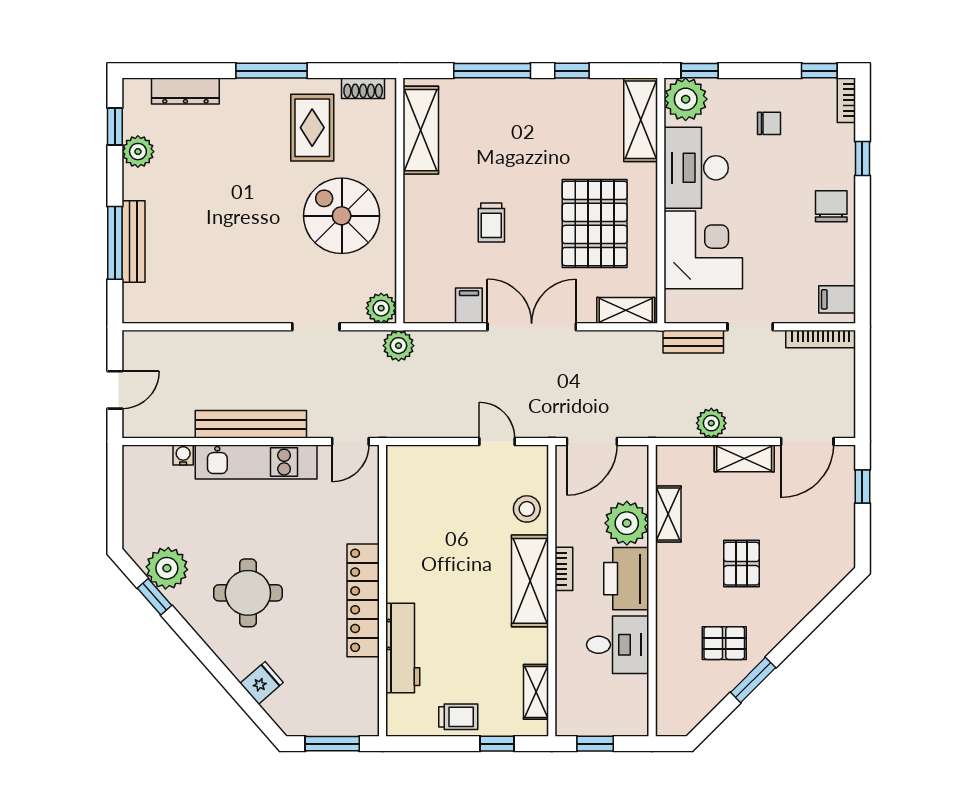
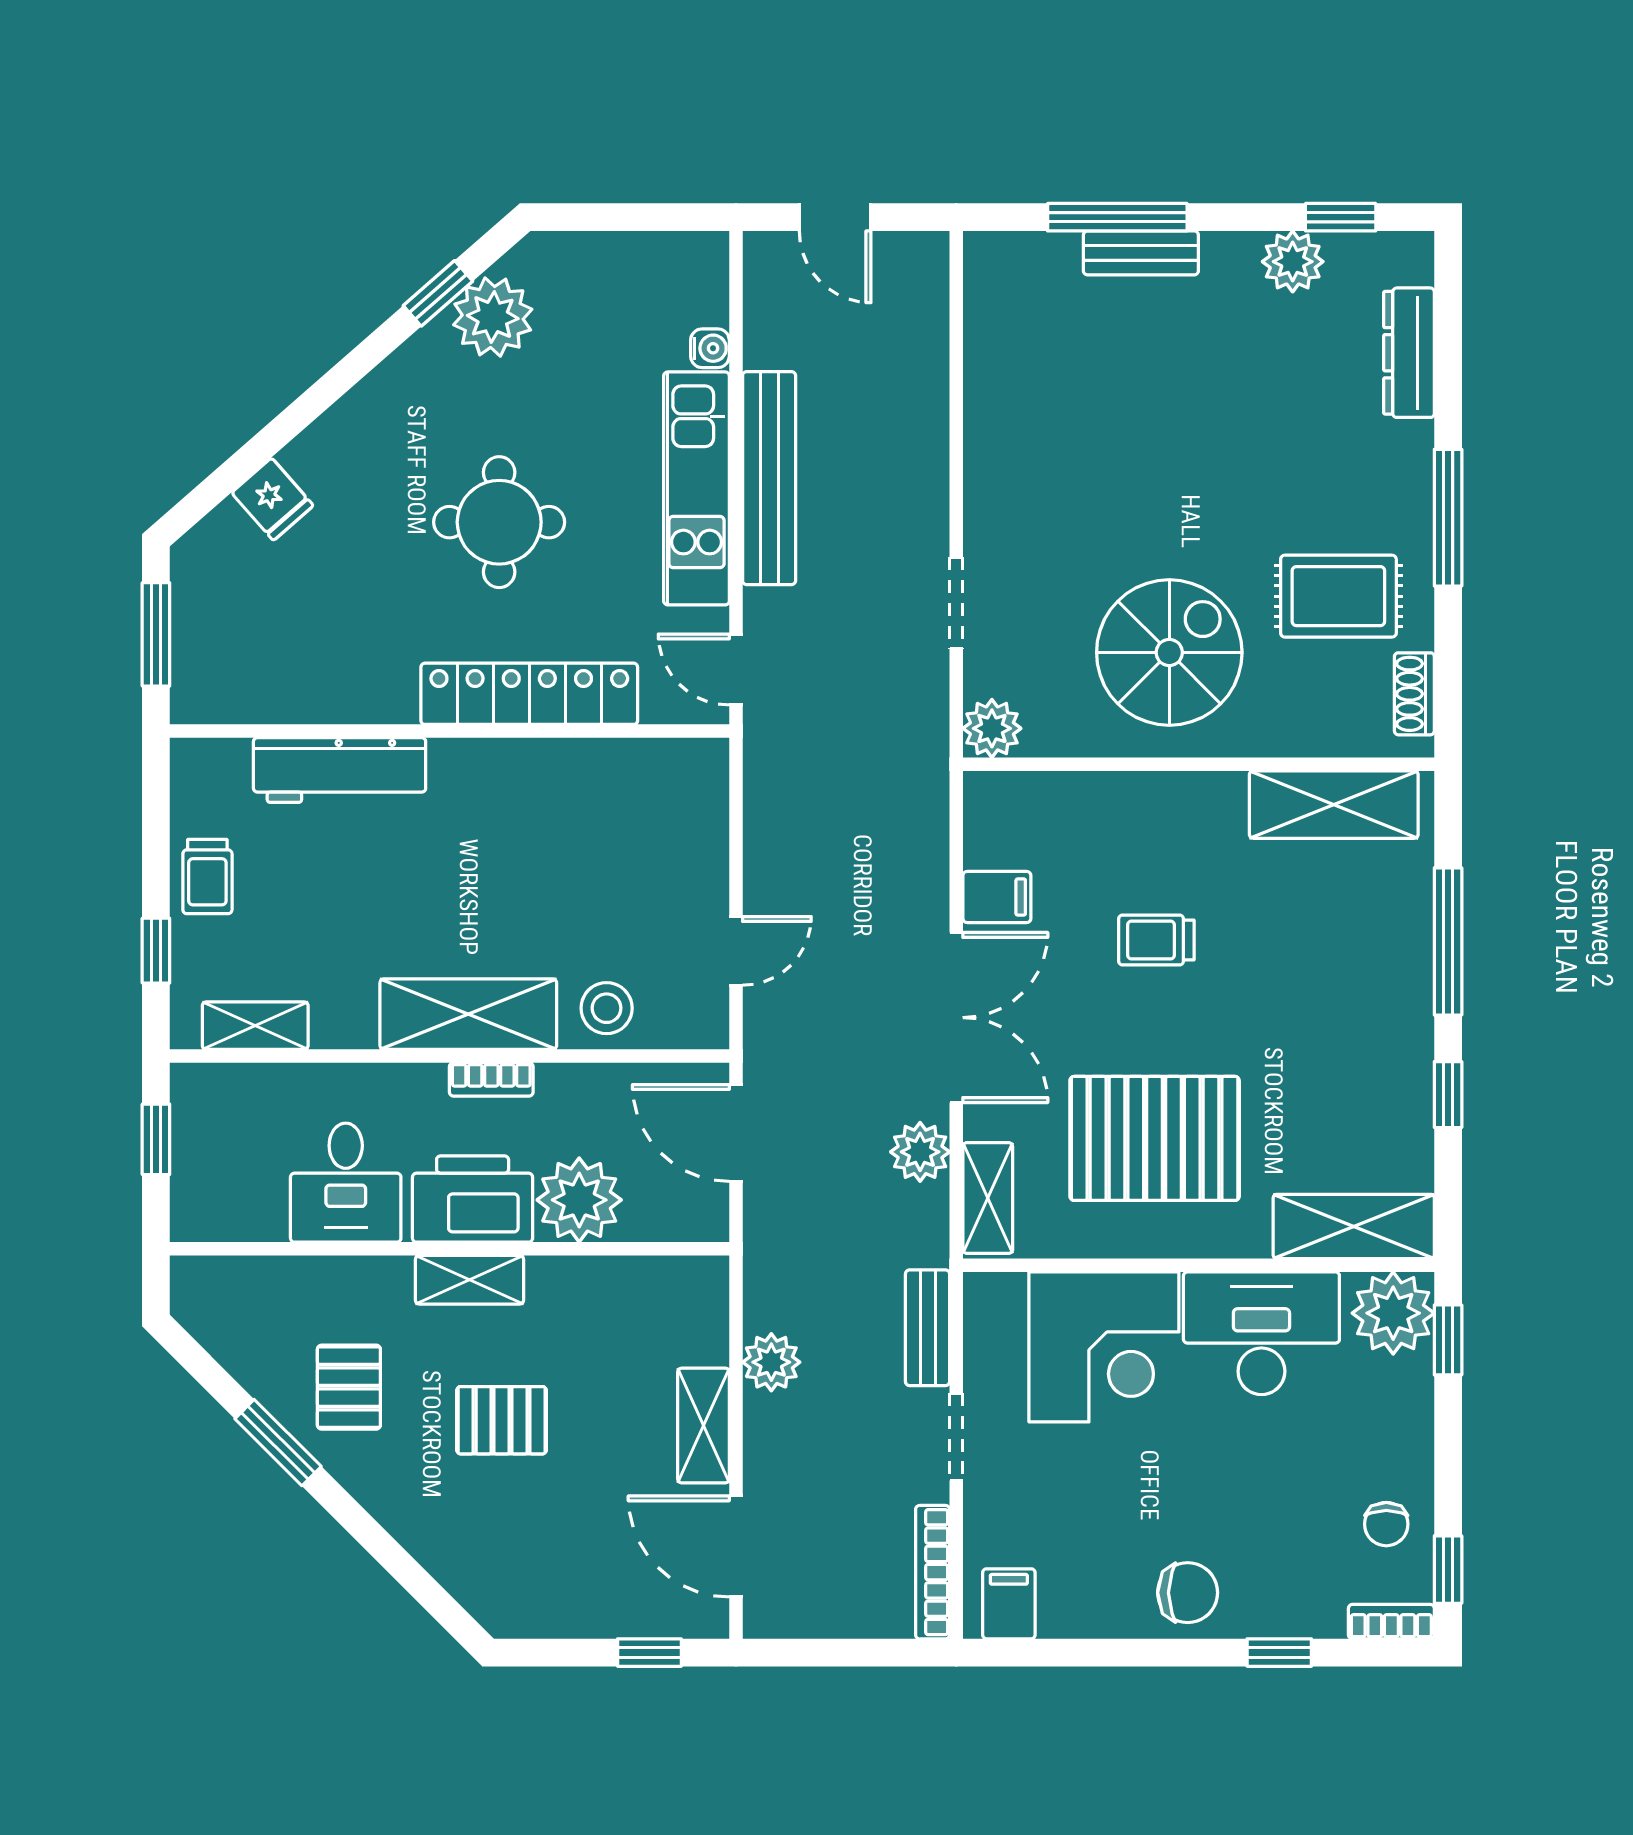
chair: (769, 123) -> (1386, 1524), moved
bench: (133, 241) -> (1141, 253), width x0.73
plant: (399, 346) -> (920, 1152), moved
shelving: (668, 514) -> (470, 1280), moved
round table: (248, 593) -> (499, 522), moved
locker: (363, 600) -> (529, 694), moved

